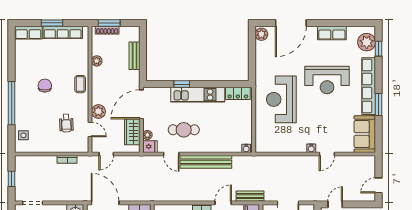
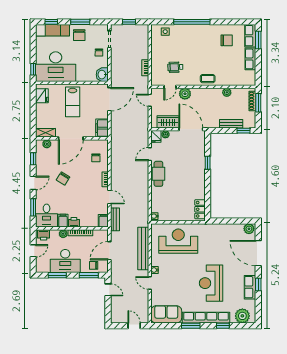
window: (52, 23) -> (258, 40), moved
window: (329, 23) -> (258, 284), added
row of seats: (63, 32) -> (250, 59), width x0.68
window: (143, 41) -> (244, 131), added
window: (378, 49) -> (223, 326), moved
chair: (45, 86) -> (227, 40), moved
kitchen unit: (198, 95) -> (199, 176), removed
reception desk: (281, 99) -> (178, 241), moved
cafe table: (184, 130) -> (158, 174), moved
bench: (206, 162) -> (143, 249), moved
door: (378, 185) -> (134, 326), moved

